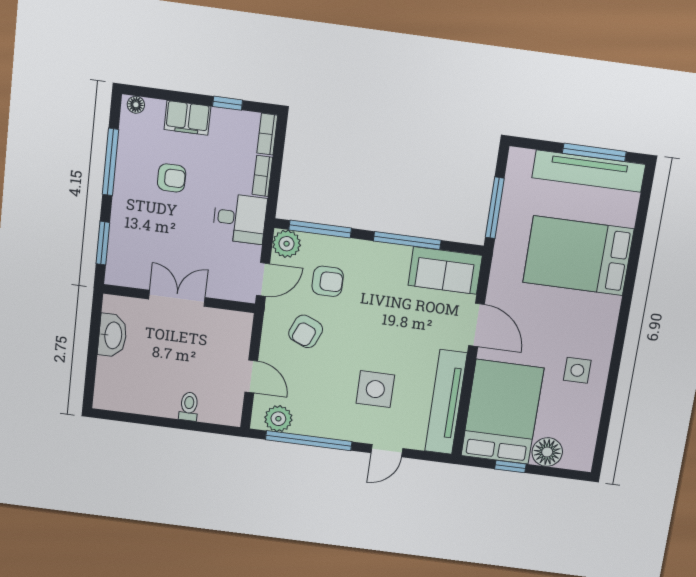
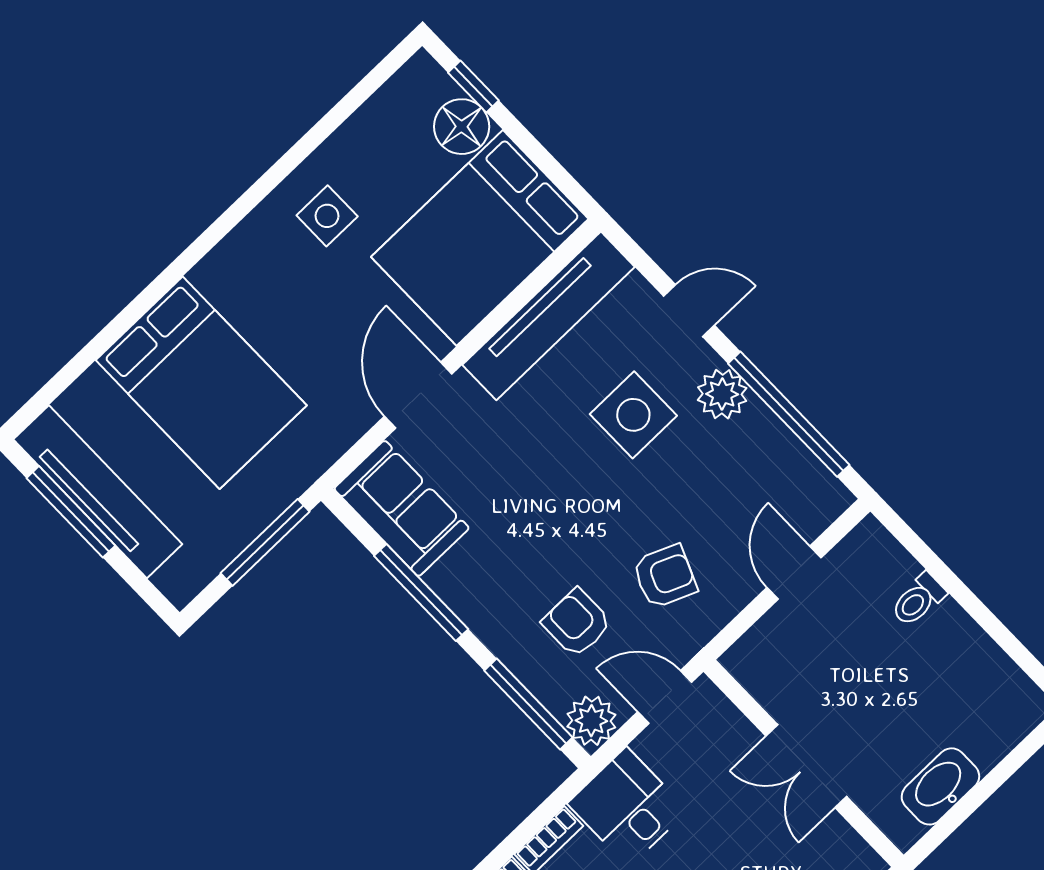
plant: (278, 419) -> (722, 394), moved
window: (510, 466) -> (473, 87), moved

